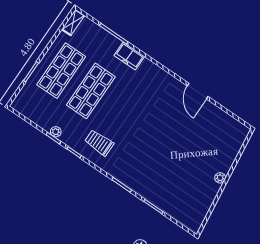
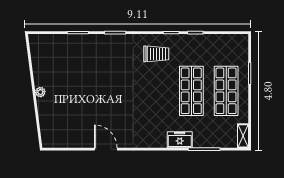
plant: (56, 132) -> (197, 39), removed

